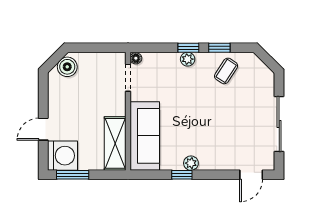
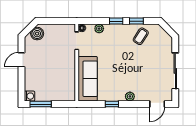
plant: (188, 59) -> (99, 29), moved
door: (43, 129) -> (22, 60), moved
shelving: (115, 143) -> (68, 84), removed
washing machine: (63, 156) -> (29, 96), width x0.53, depth x0.53
plant: (191, 163) -> (130, 96), moved

